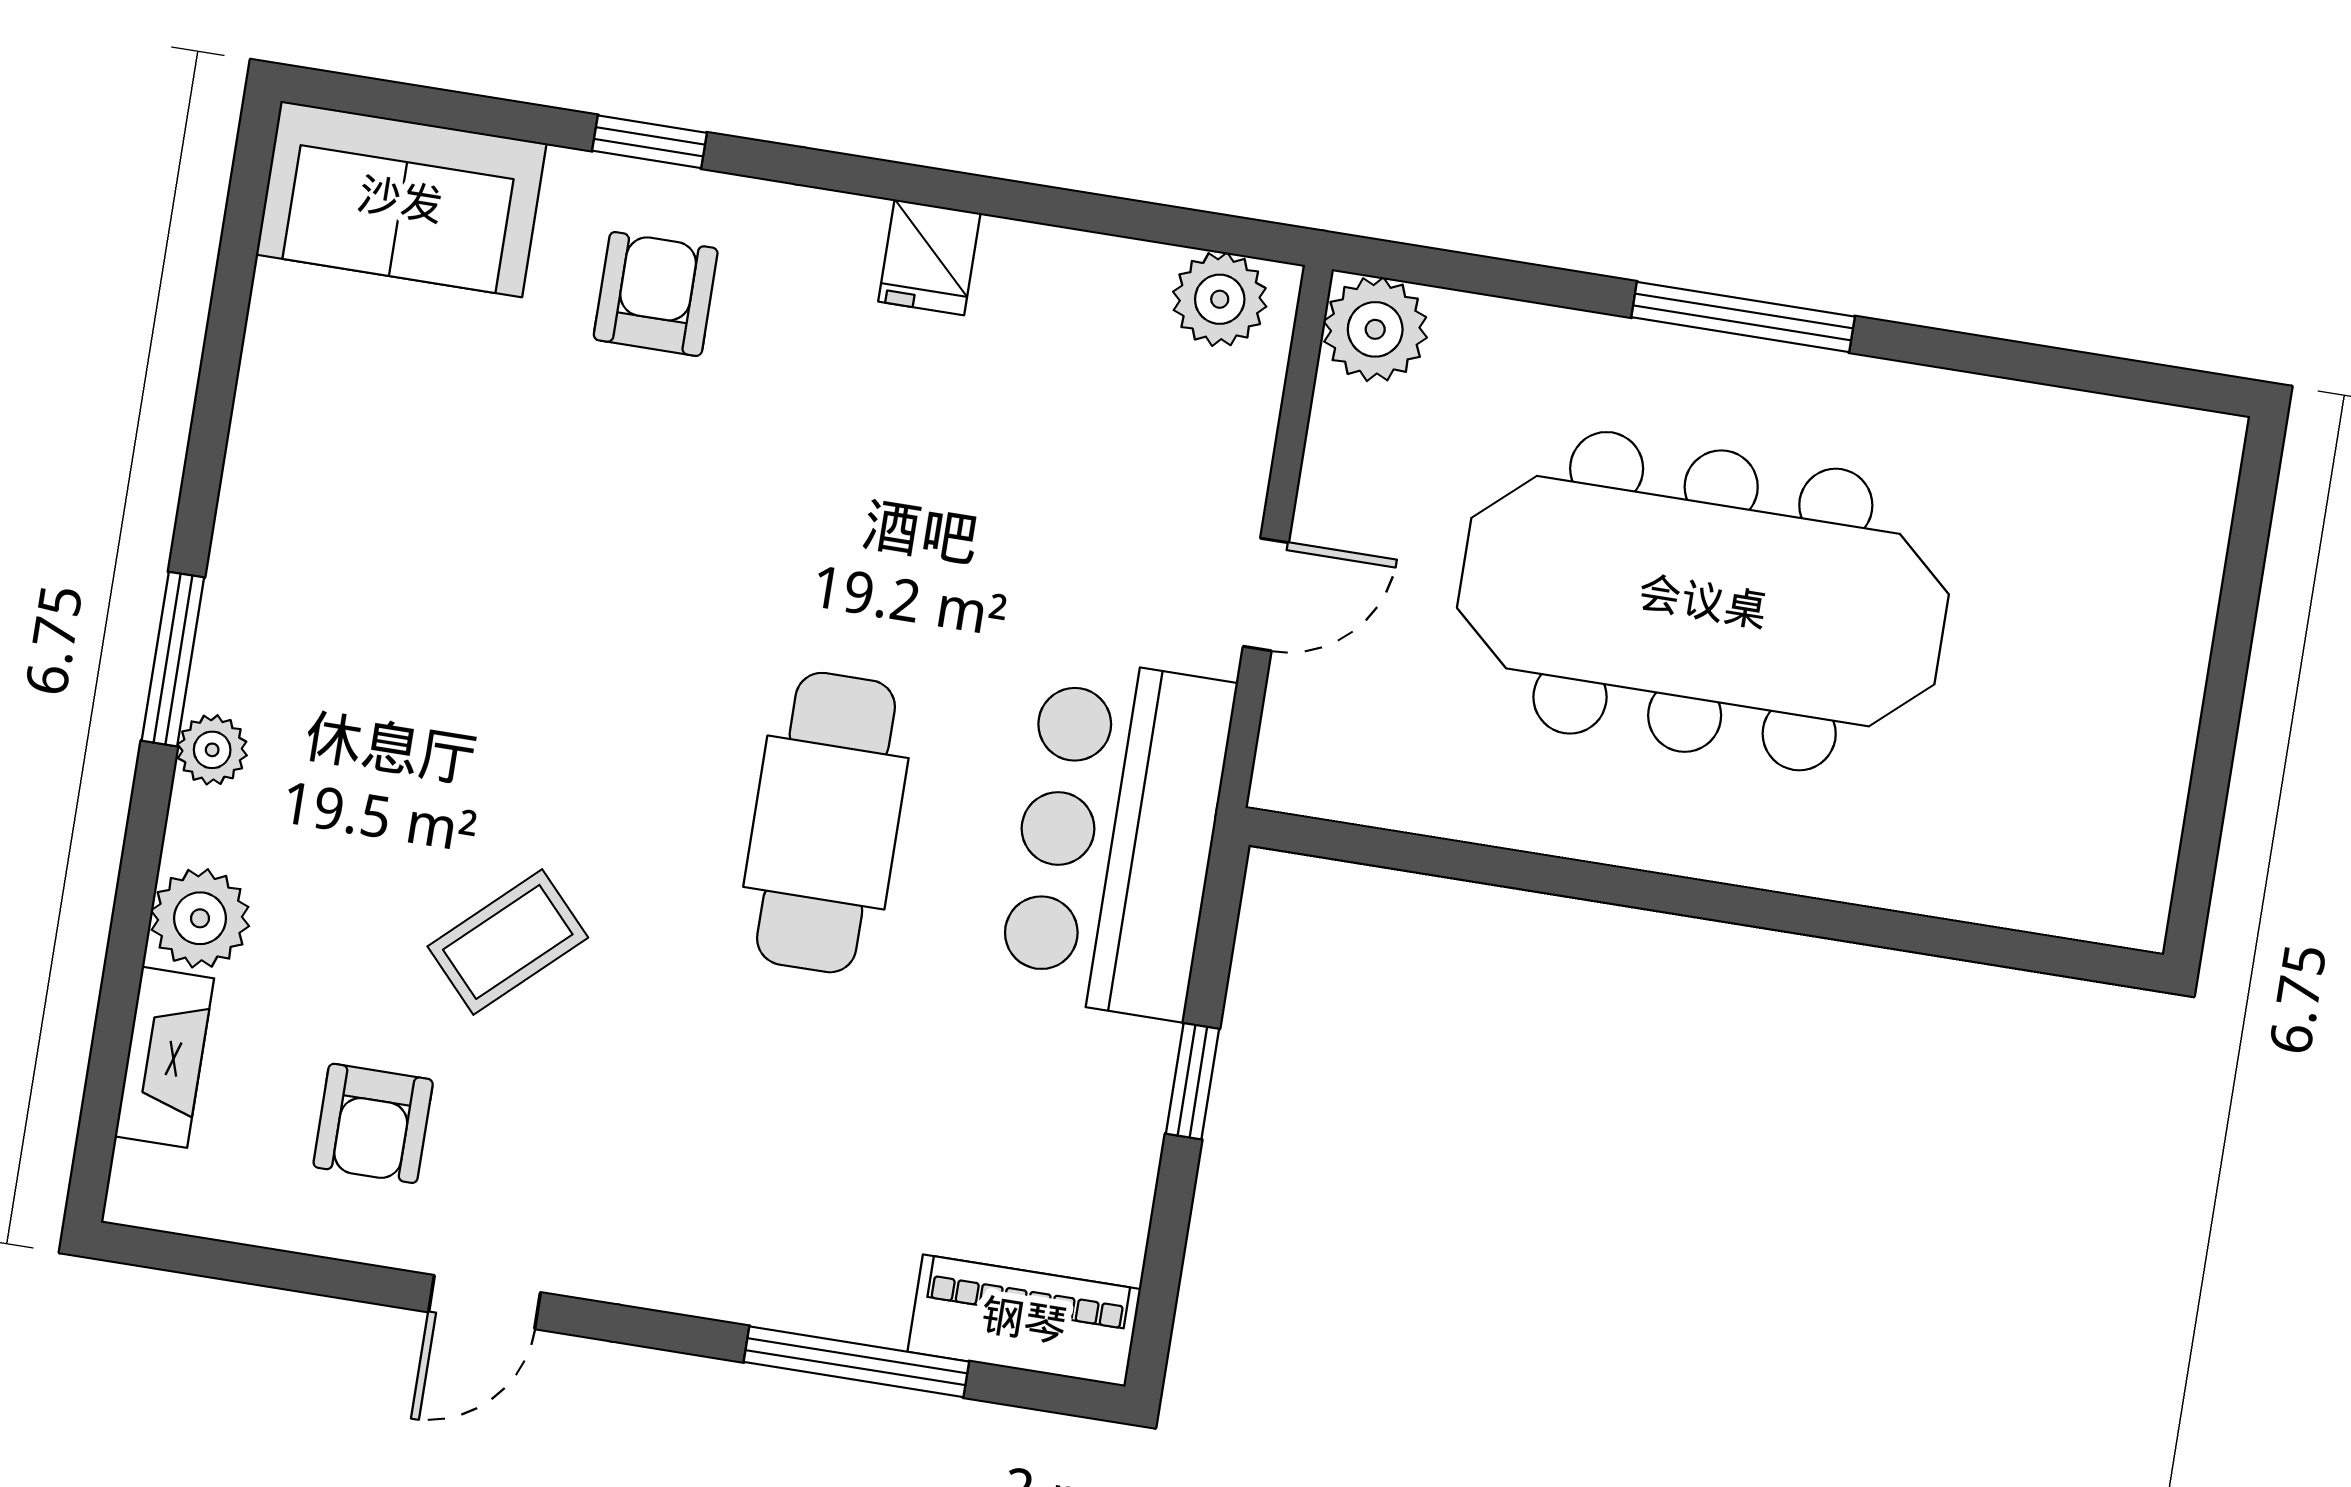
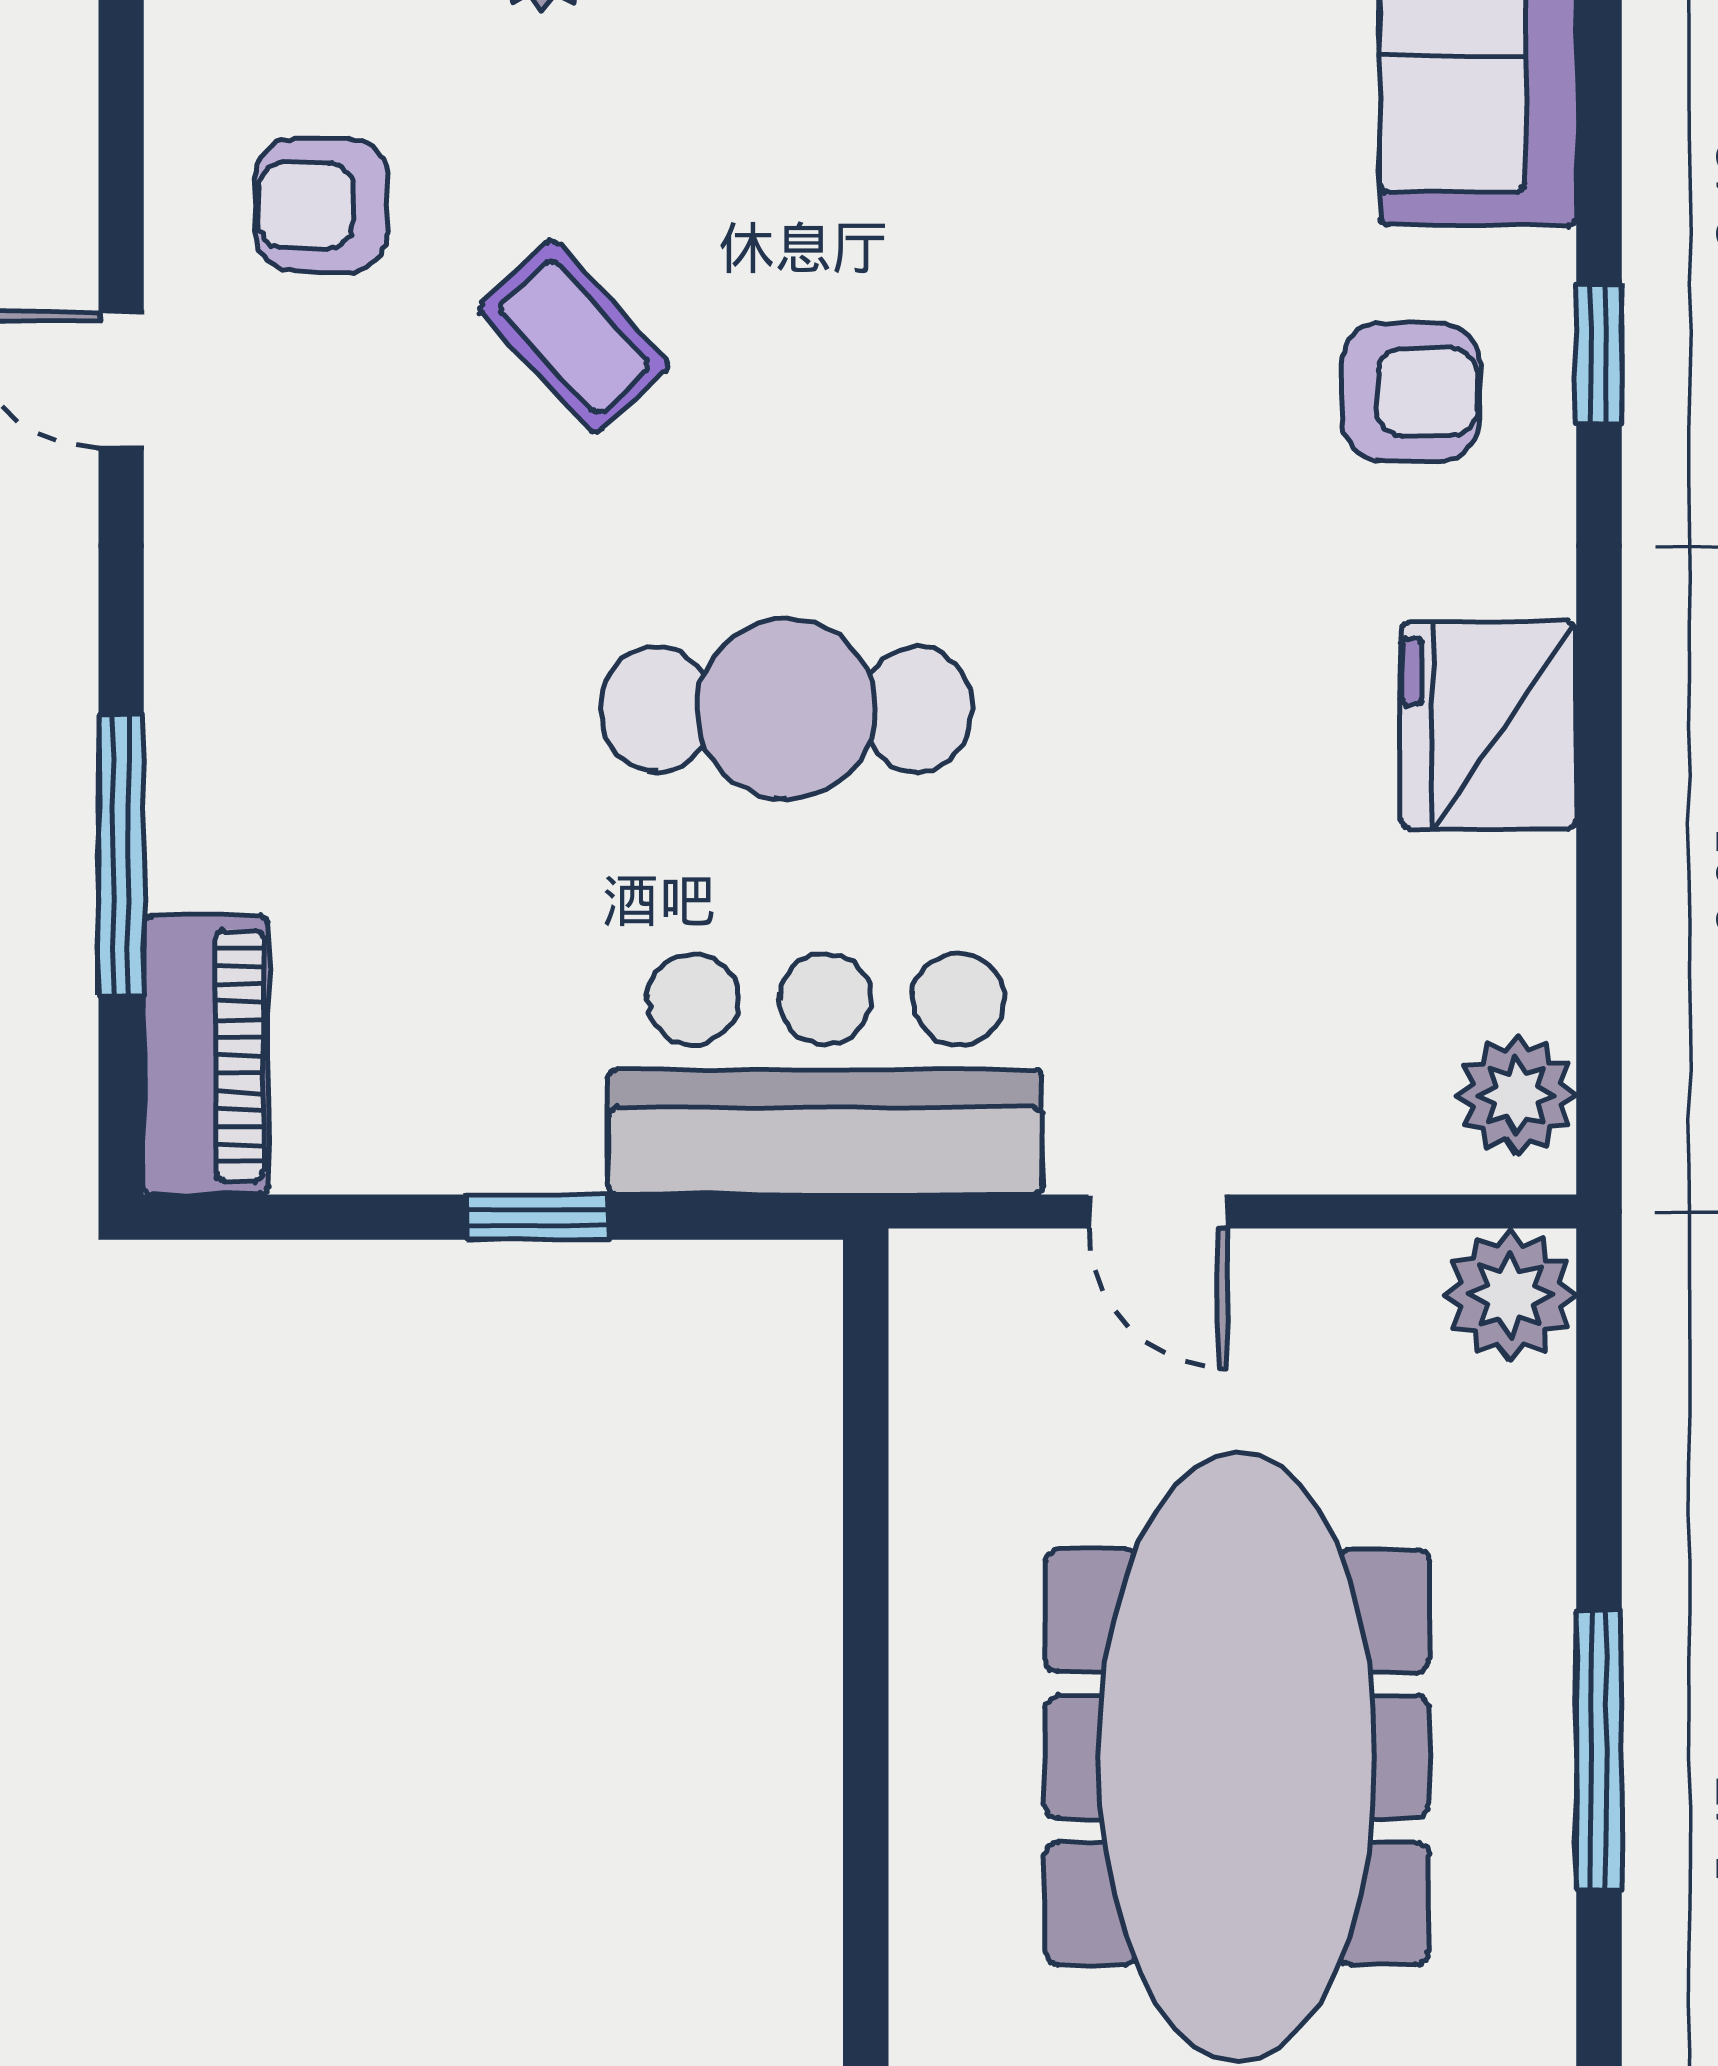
fridge: (929, 257) -> (1489, 725), width x1.88, depth x1.34

